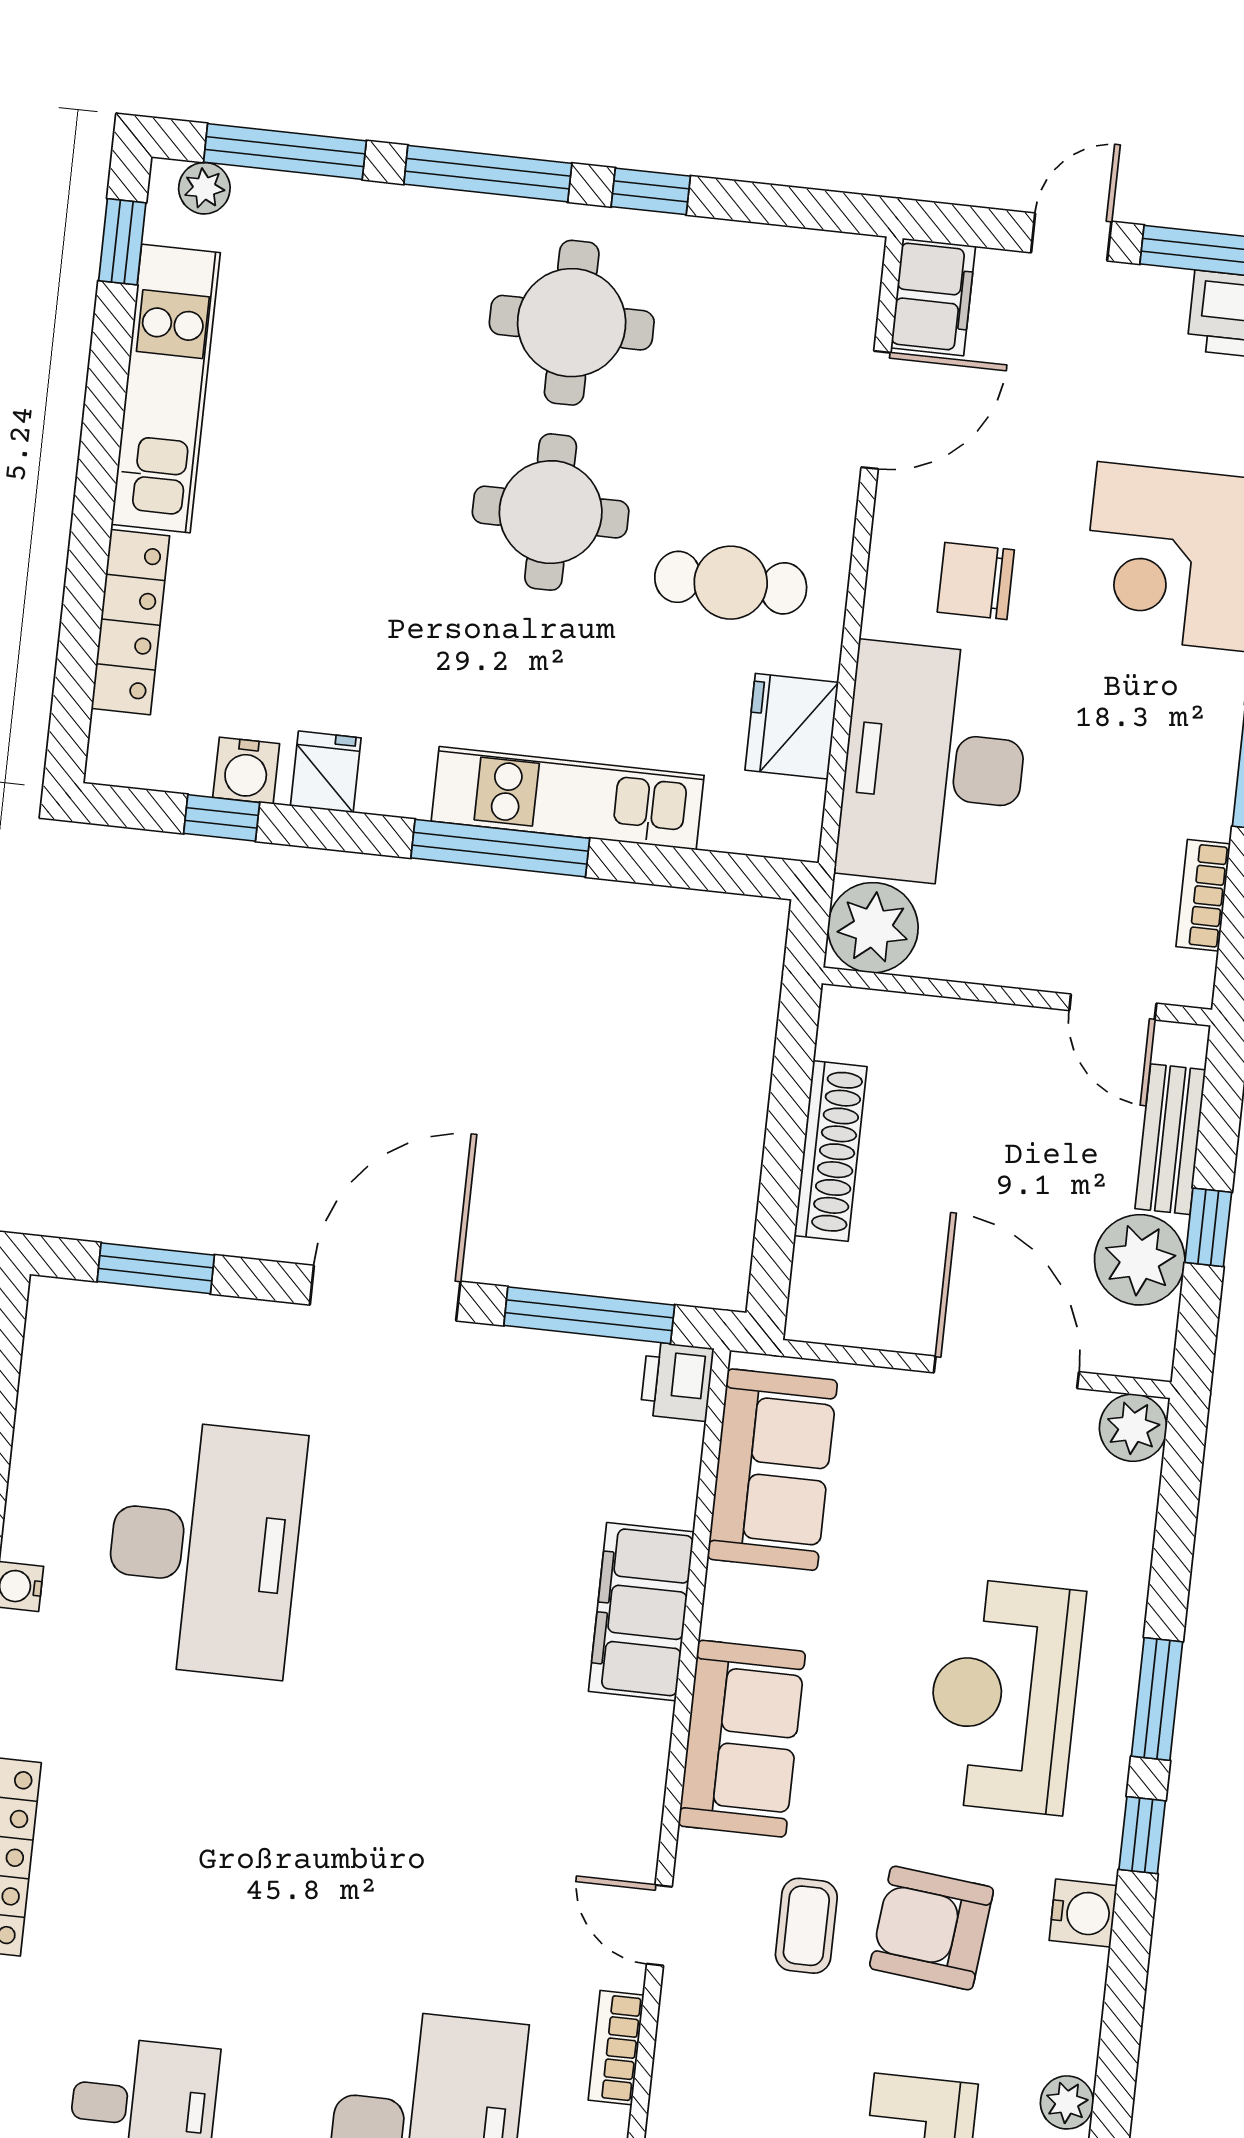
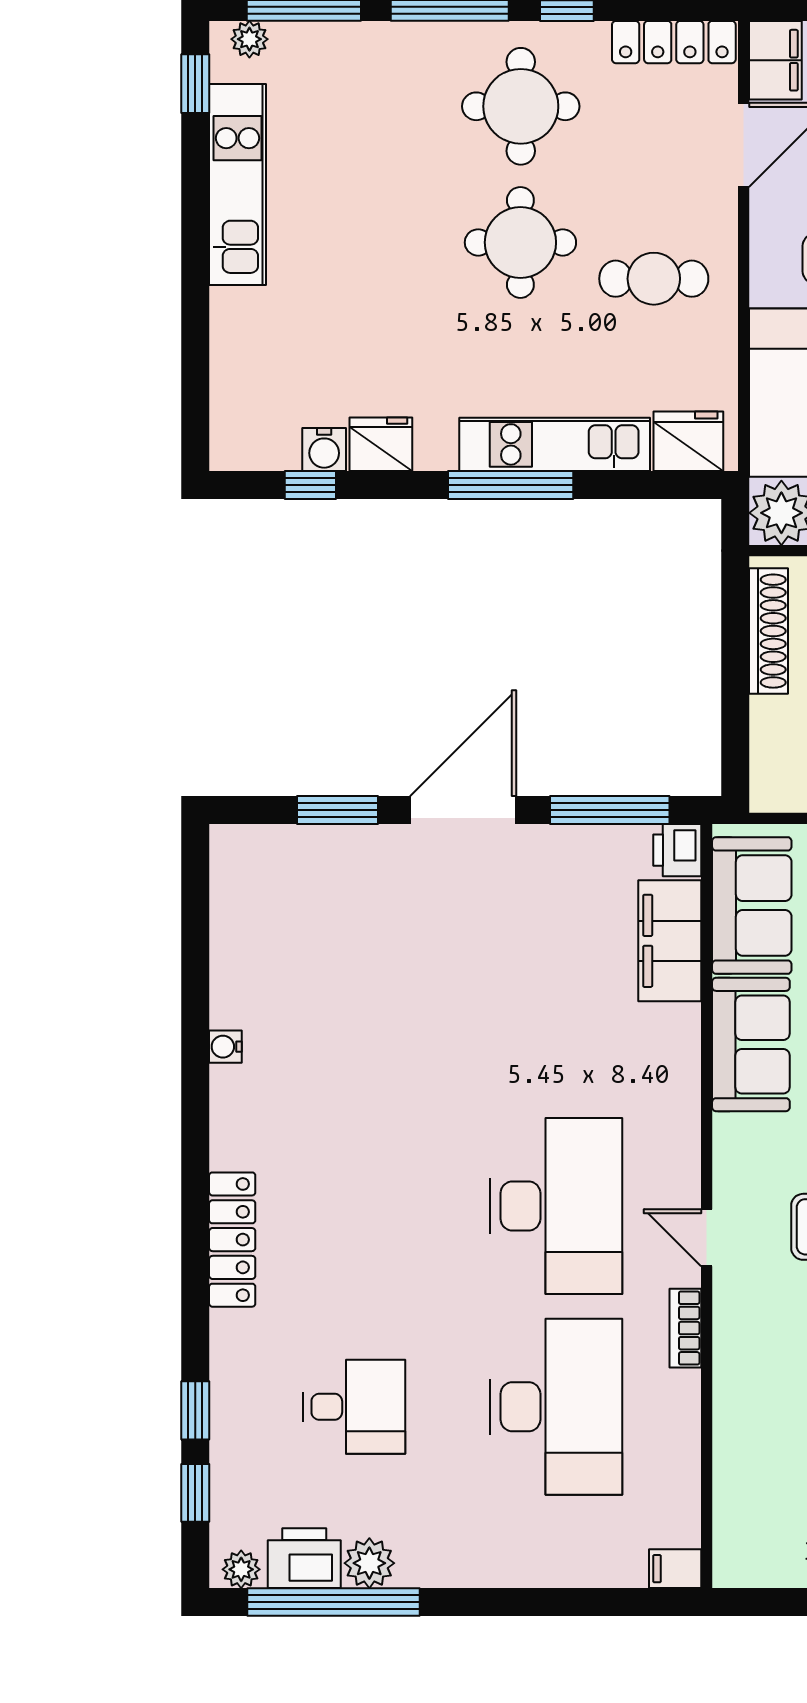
locker: (130, 622) -> (674, 42), moved, turned 90
fridge: (792, 726) -> (688, 441), moved, turned 90
fridge: (326, 772) -> (381, 444), width x1.38
shoe rack: (831, 1151) -> (769, 631), moved
window: (156, 1268) -> (337, 810), moved
desk: (204, 1548) -> (556, 1206), moved
filing cabinet: (641, 1612) -> (670, 941), moved
sofa: (742, 1739) -> (751, 1045), moved

